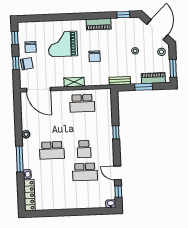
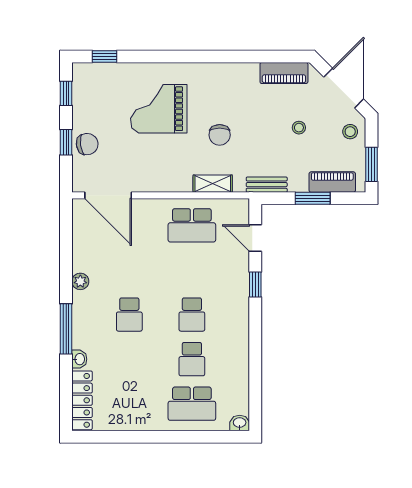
window: (123, 15) -> (104, 56), moved
piano: (99, 24) -> (284, 73), moved
chair: (31, 47) -> (96, 112), removed
shelving: (74, 82) -> (213, 184), moved
school desk: (52, 150) -> (129, 315), width x0.54
school desk: (85, 172) -> (192, 359), width x0.54
door: (118, 173) -> (255, 238), moved
window: (118, 192) -> (255, 400), removed
school desk: (86, 195) -> (192, 404), added

